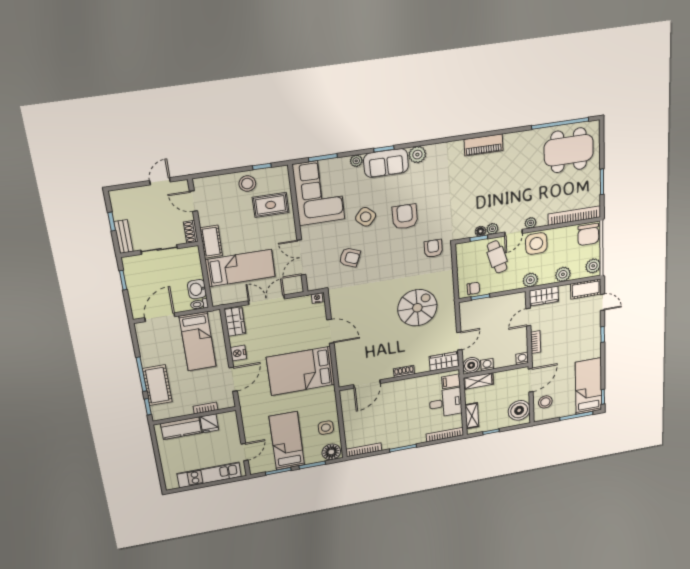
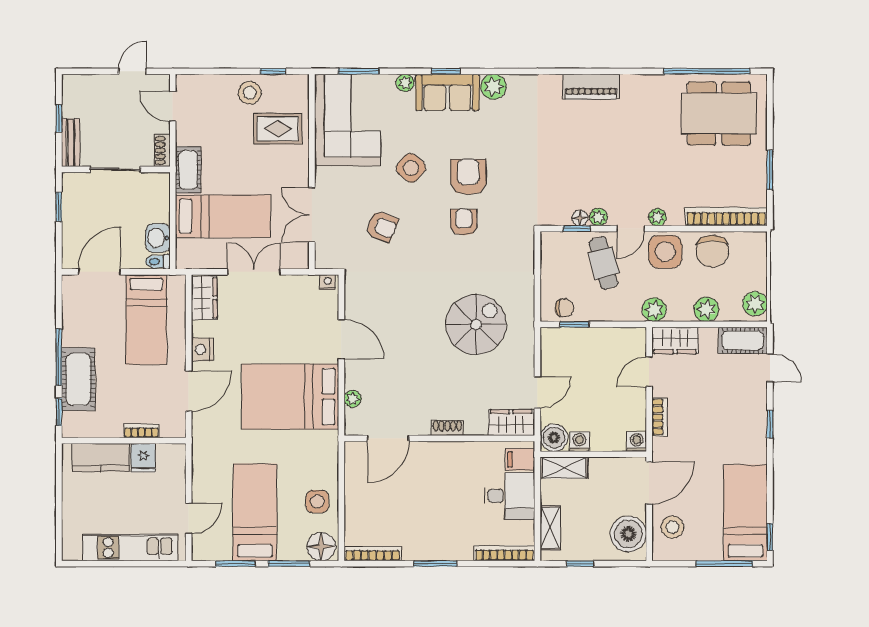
chair: (588, 234) -> (712, 251), moved
armchair: (433, 248) -> (464, 222), moved
plant: (342, 365) -> (353, 399), added

